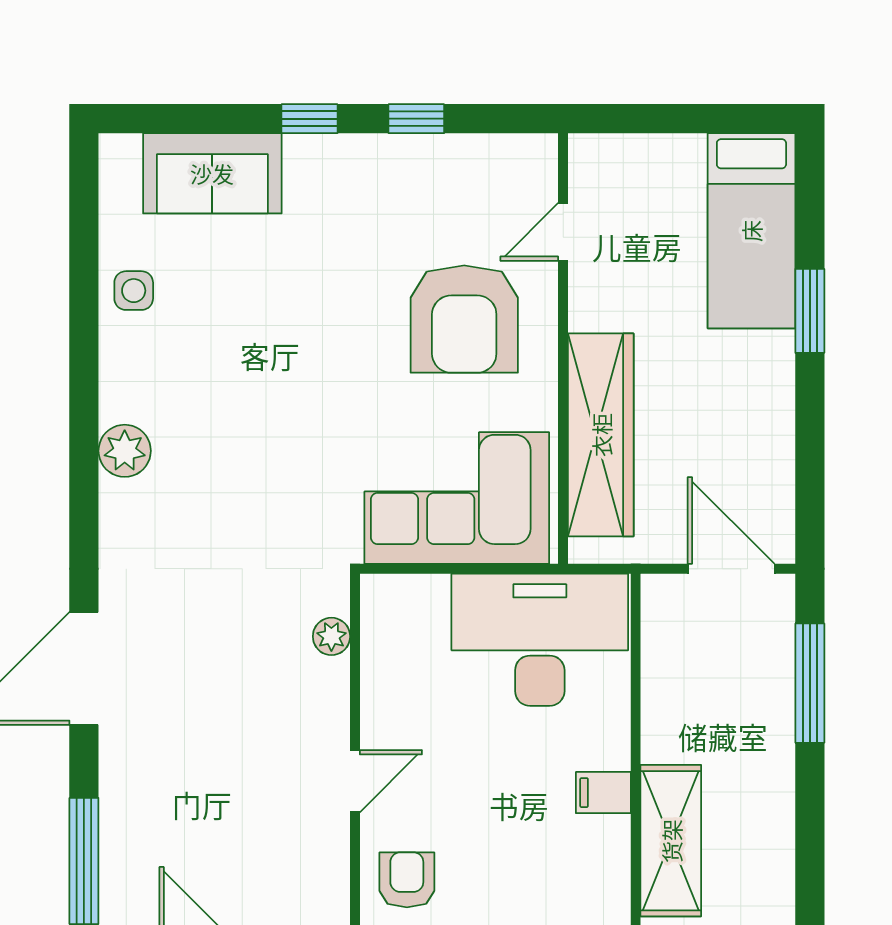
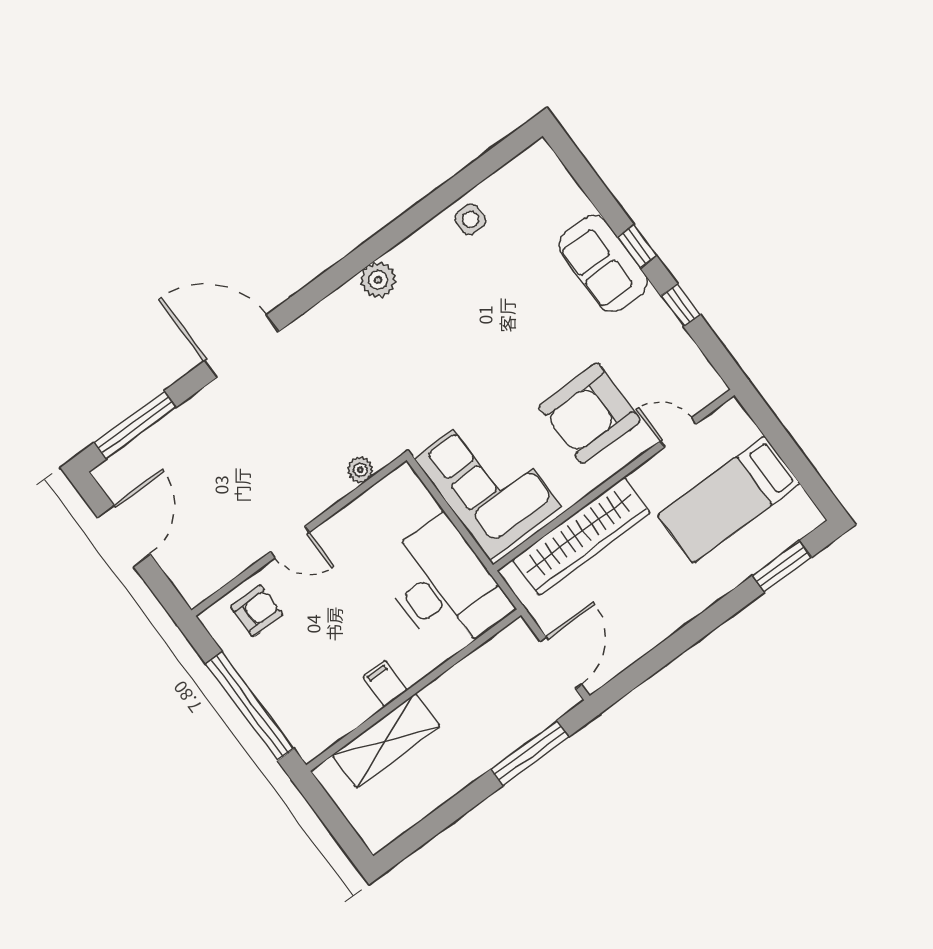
sofa: (212, 173) -> (603, 263), moved
bed: (751, 231) -> (729, 500), moved
window: (810, 311) -> (782, 566), moved

